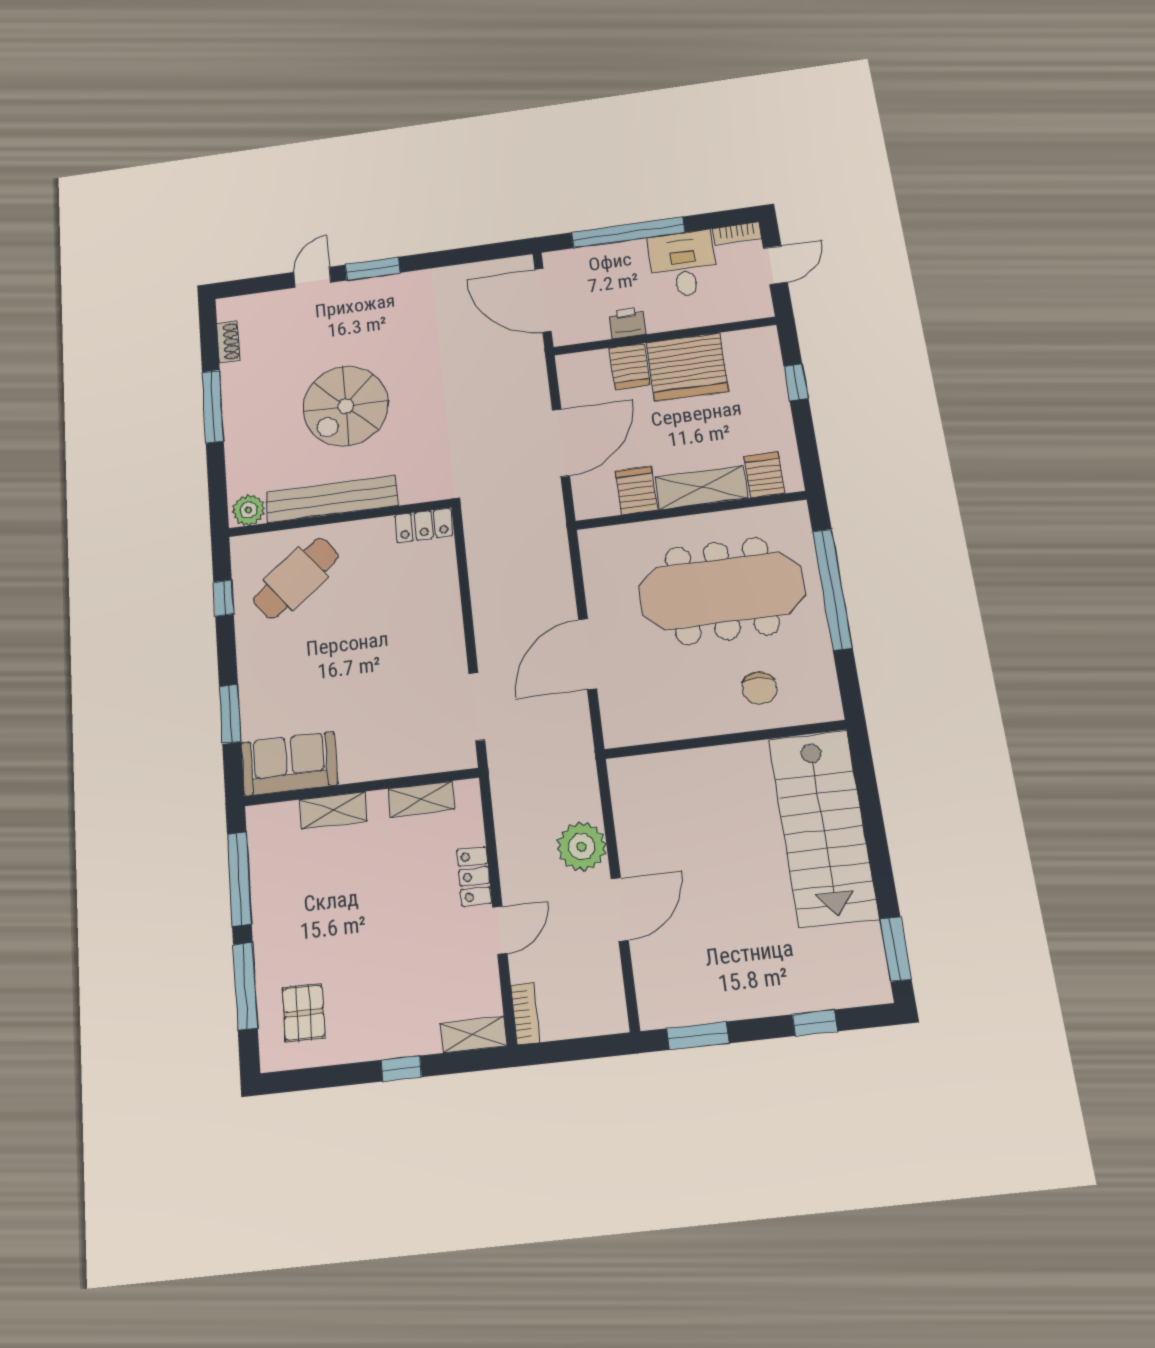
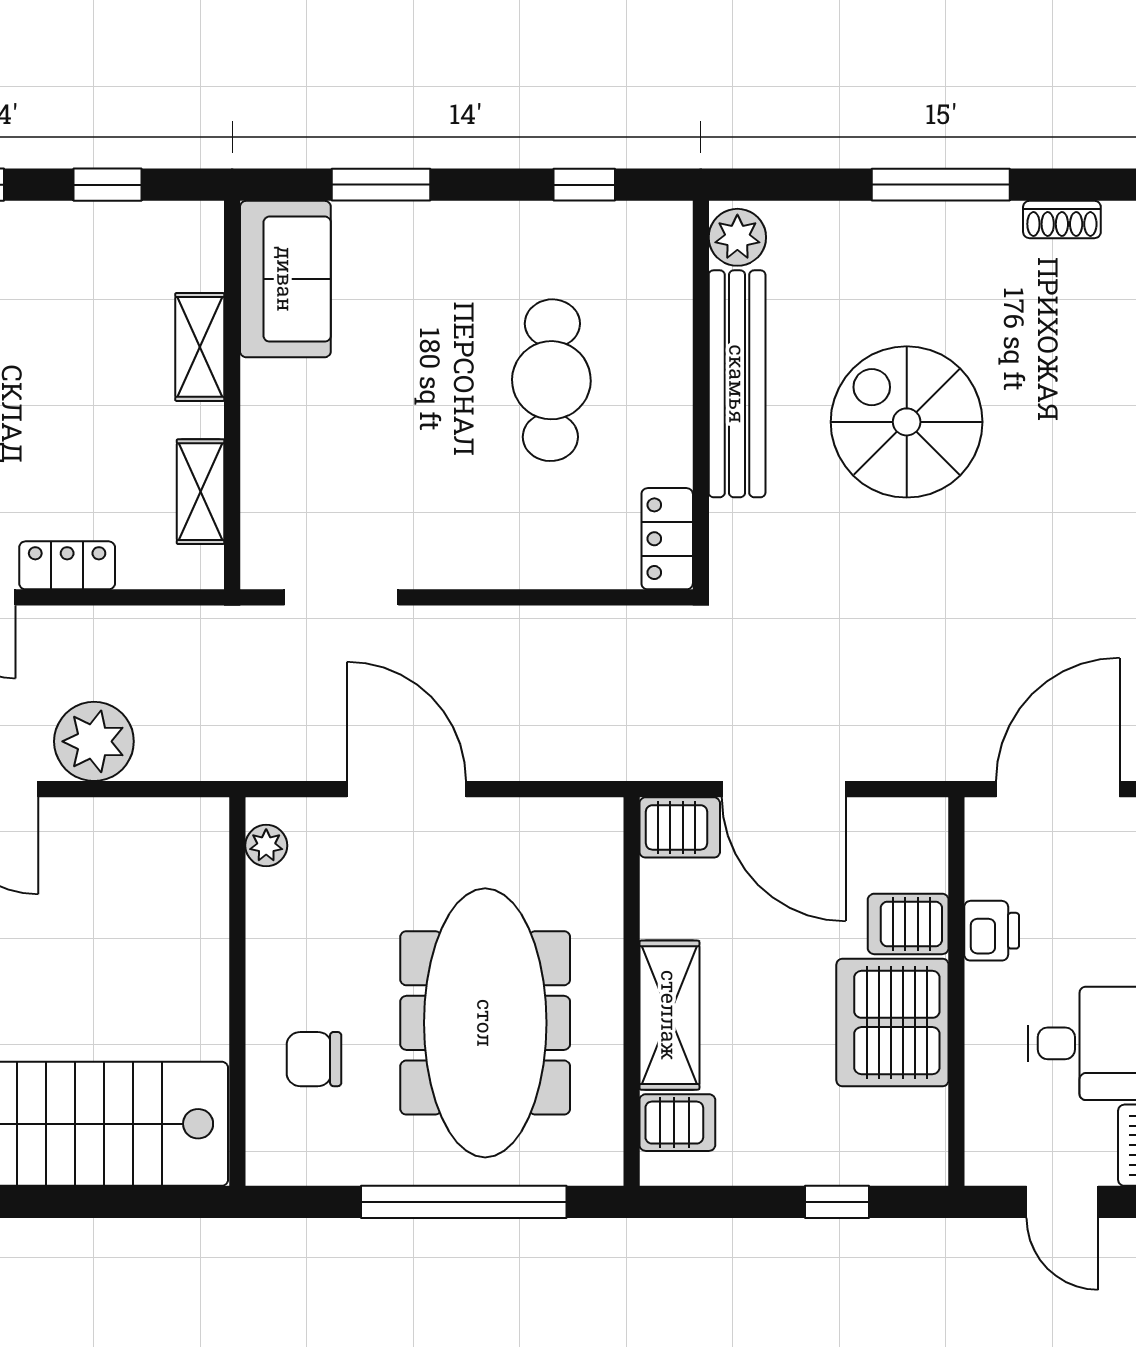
server rack: (636, 490) -> (680, 827), moved
cafe table: (296, 578) -> (551, 380), moved, turned 39
plant: (632, 733) -> (266, 846), added
window: (239, 879) -> (108, 185), width x0.46

